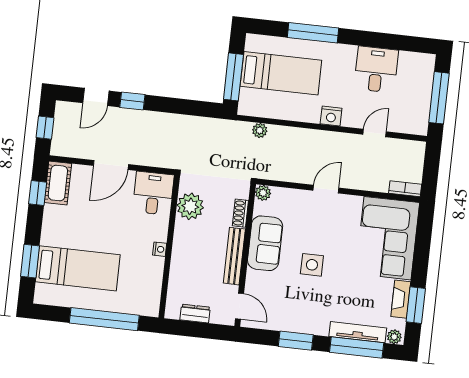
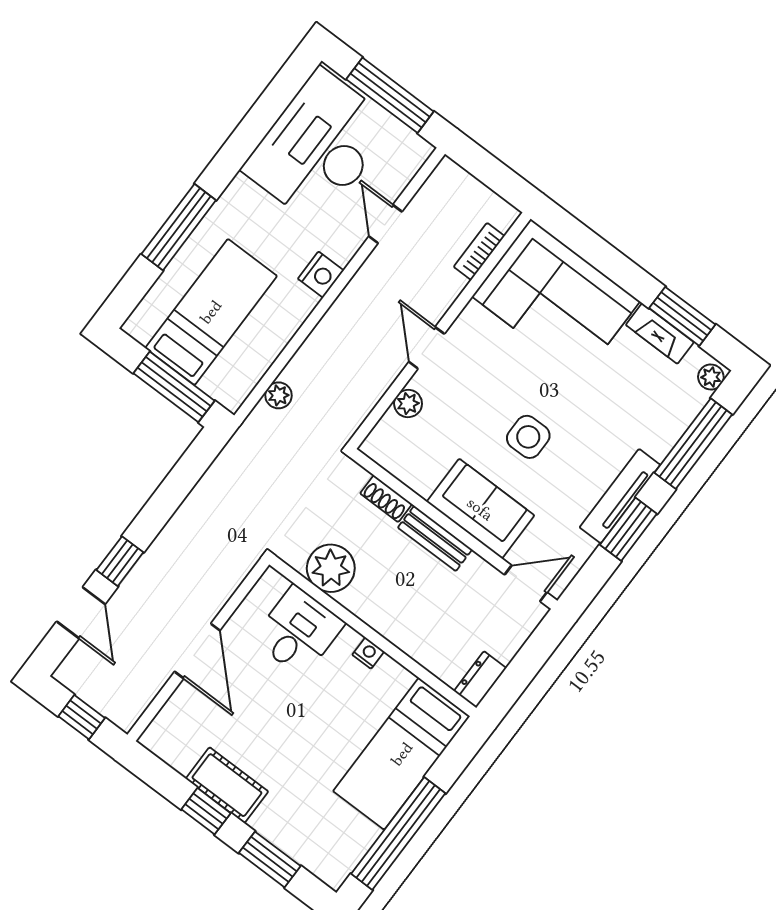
desk: (376, 69) -> (319, 147), width x1.87, depth x1.30
cot: (58, 183) -> (227, 785), moved
bookcase: (405, 189) -> (479, 251), moved
window: (38, 193) -> (206, 811), moved
desk: (153, 193) -> (298, 631), moved, turned 90
plant: (263, 193) -> (408, 404), moved
sofa: (265, 243) -> (480, 509), moved
bench: (234, 256) -> (435, 538), width x0.73
bed: (78, 268) -> (402, 754), moved, turned 180
dresser: (195, 314) -> (480, 680), moved
window: (104, 319) -> (398, 834), moved
tv unit: (358, 332) -> (620, 496), moved

